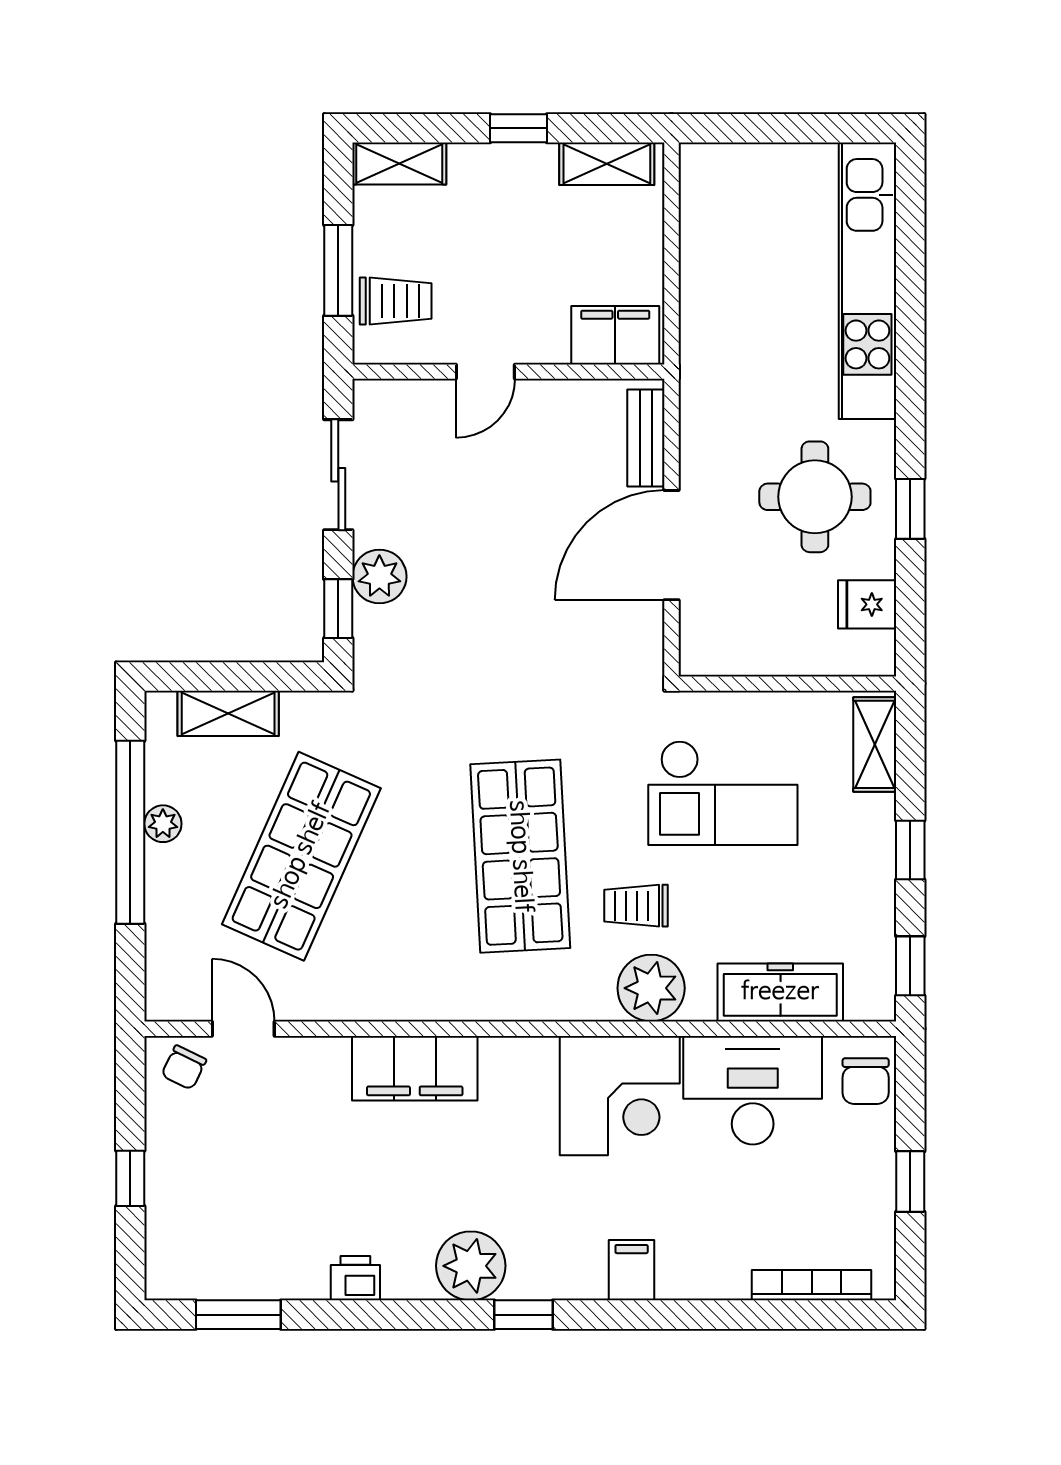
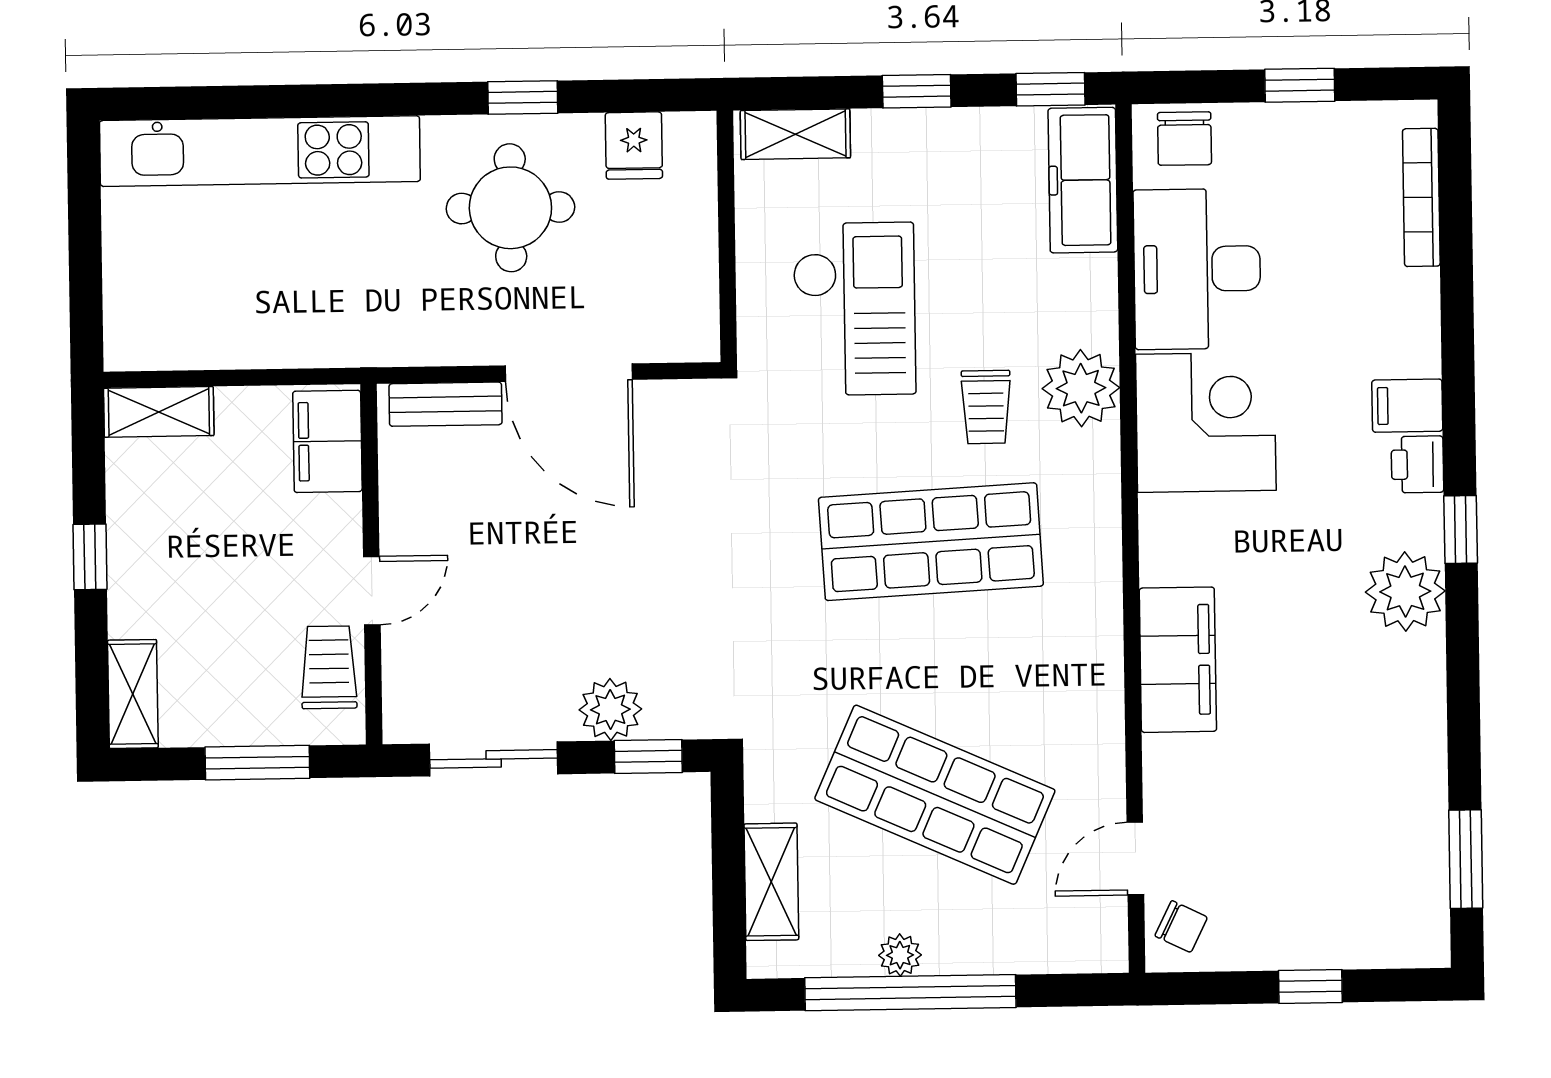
shelving: (607, 164) -> (159, 412), moved, turned 90
trolley: (396, 301) -> (329, 667), moved
door: (485, 372) -> (372, 591), hinge flipped
freezer: (780, 992) -> (1083, 180), moved
chair: (866, 1081) -> (1184, 139), turned 90
printer: (355, 1278) -> (1417, 464), moved

